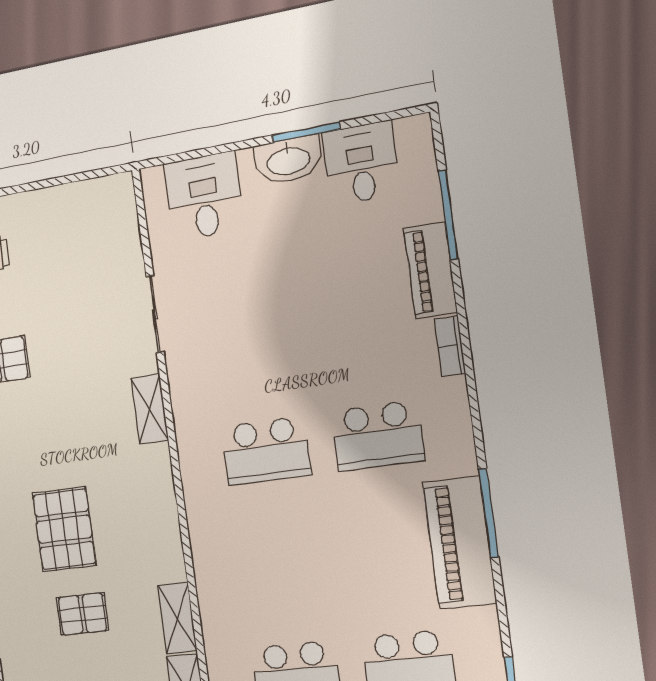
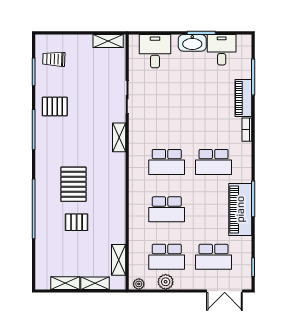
school desk: (281, 562) -> (167, 209), added
shelving: (177, 618) -> (108, 41), moved, turned 90

